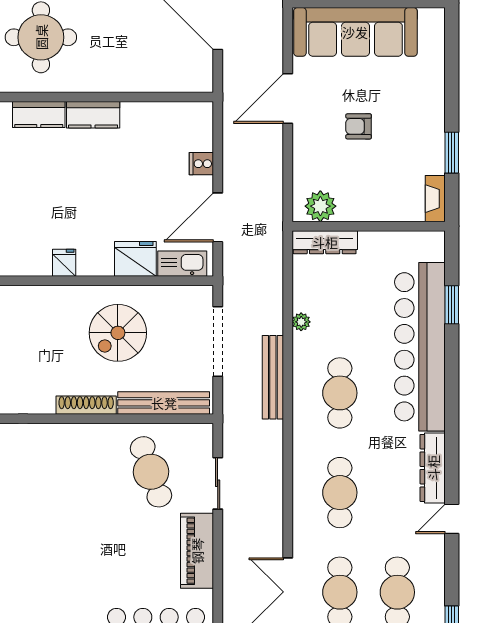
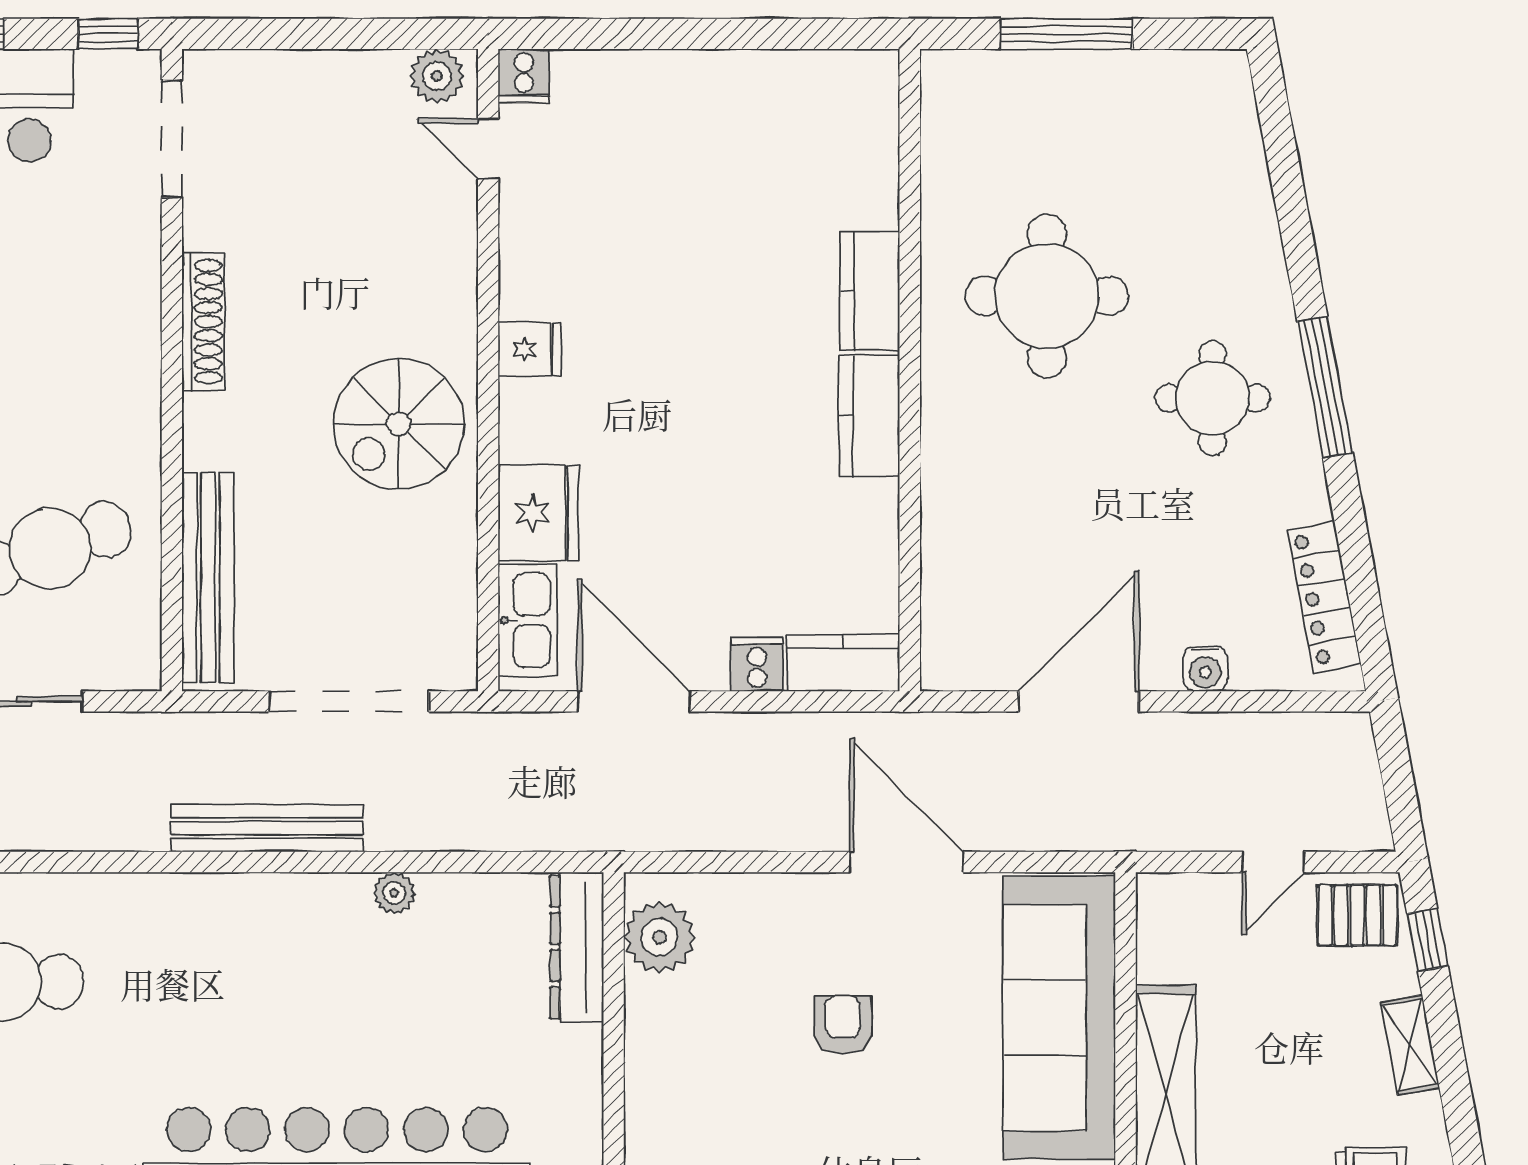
kitchen counter: (201, 126) -> (843, 663), added
spiral stairs: (118, 333) -> (399, 424), moved, turned -90
cafe table: (340, 393) -> (231, 982), removed
shoe rack: (86, 405) -> (203, 322), moved

